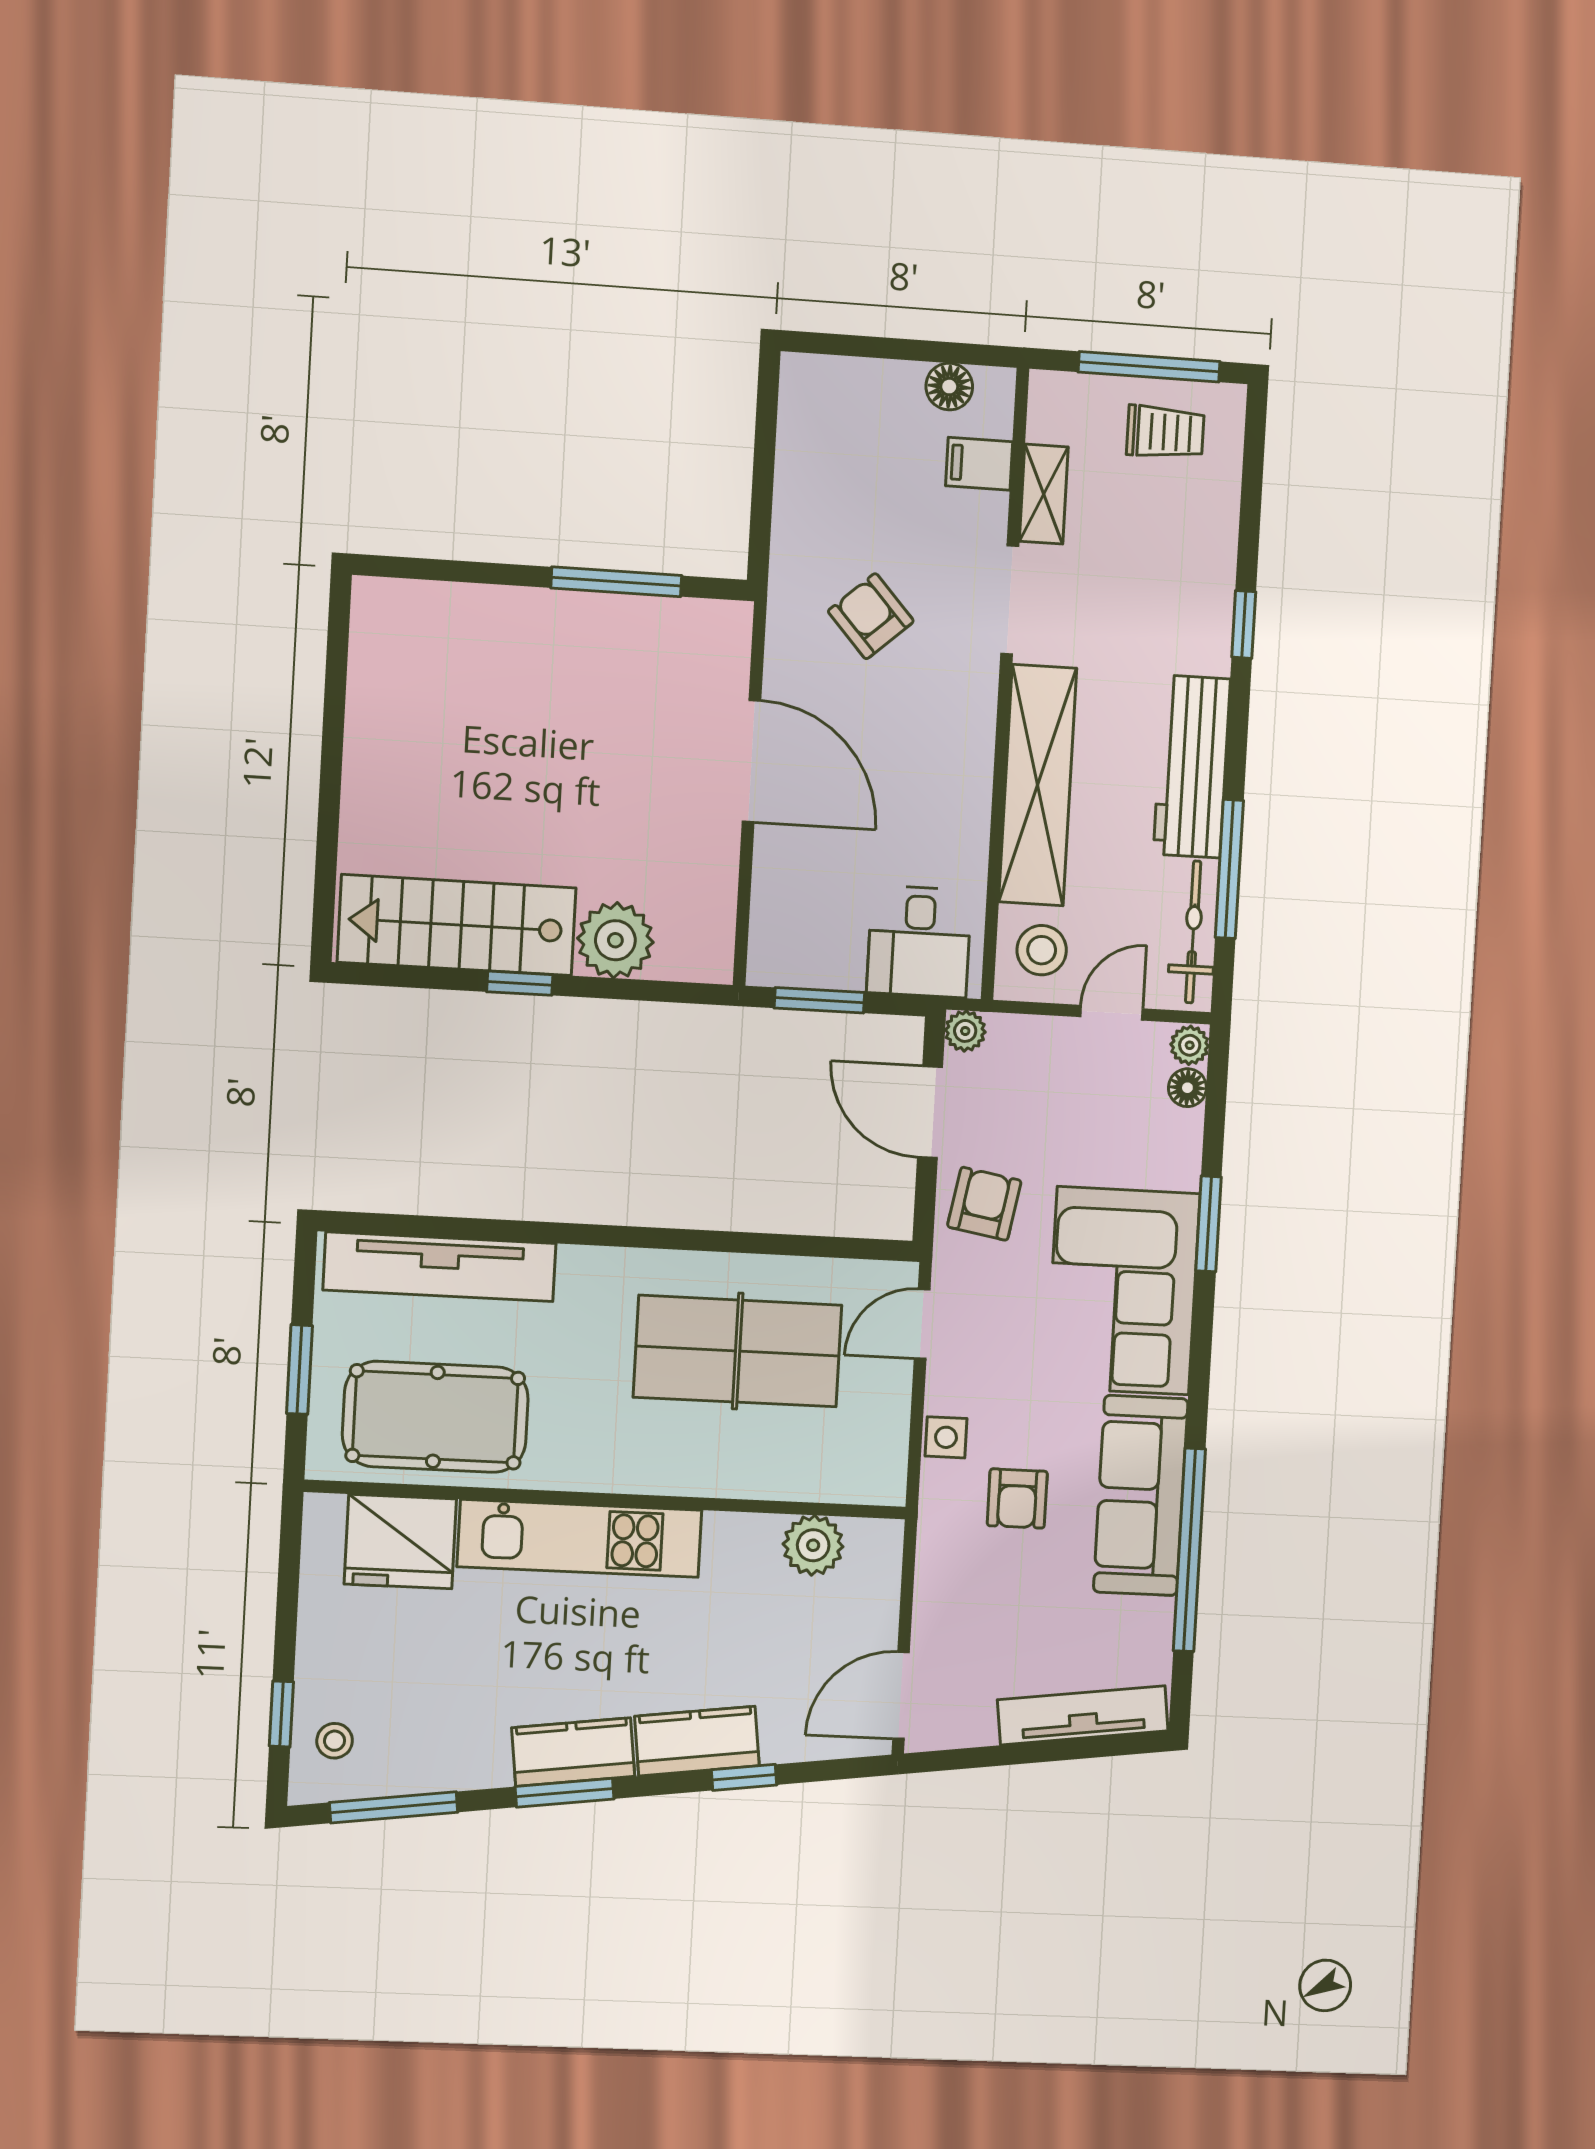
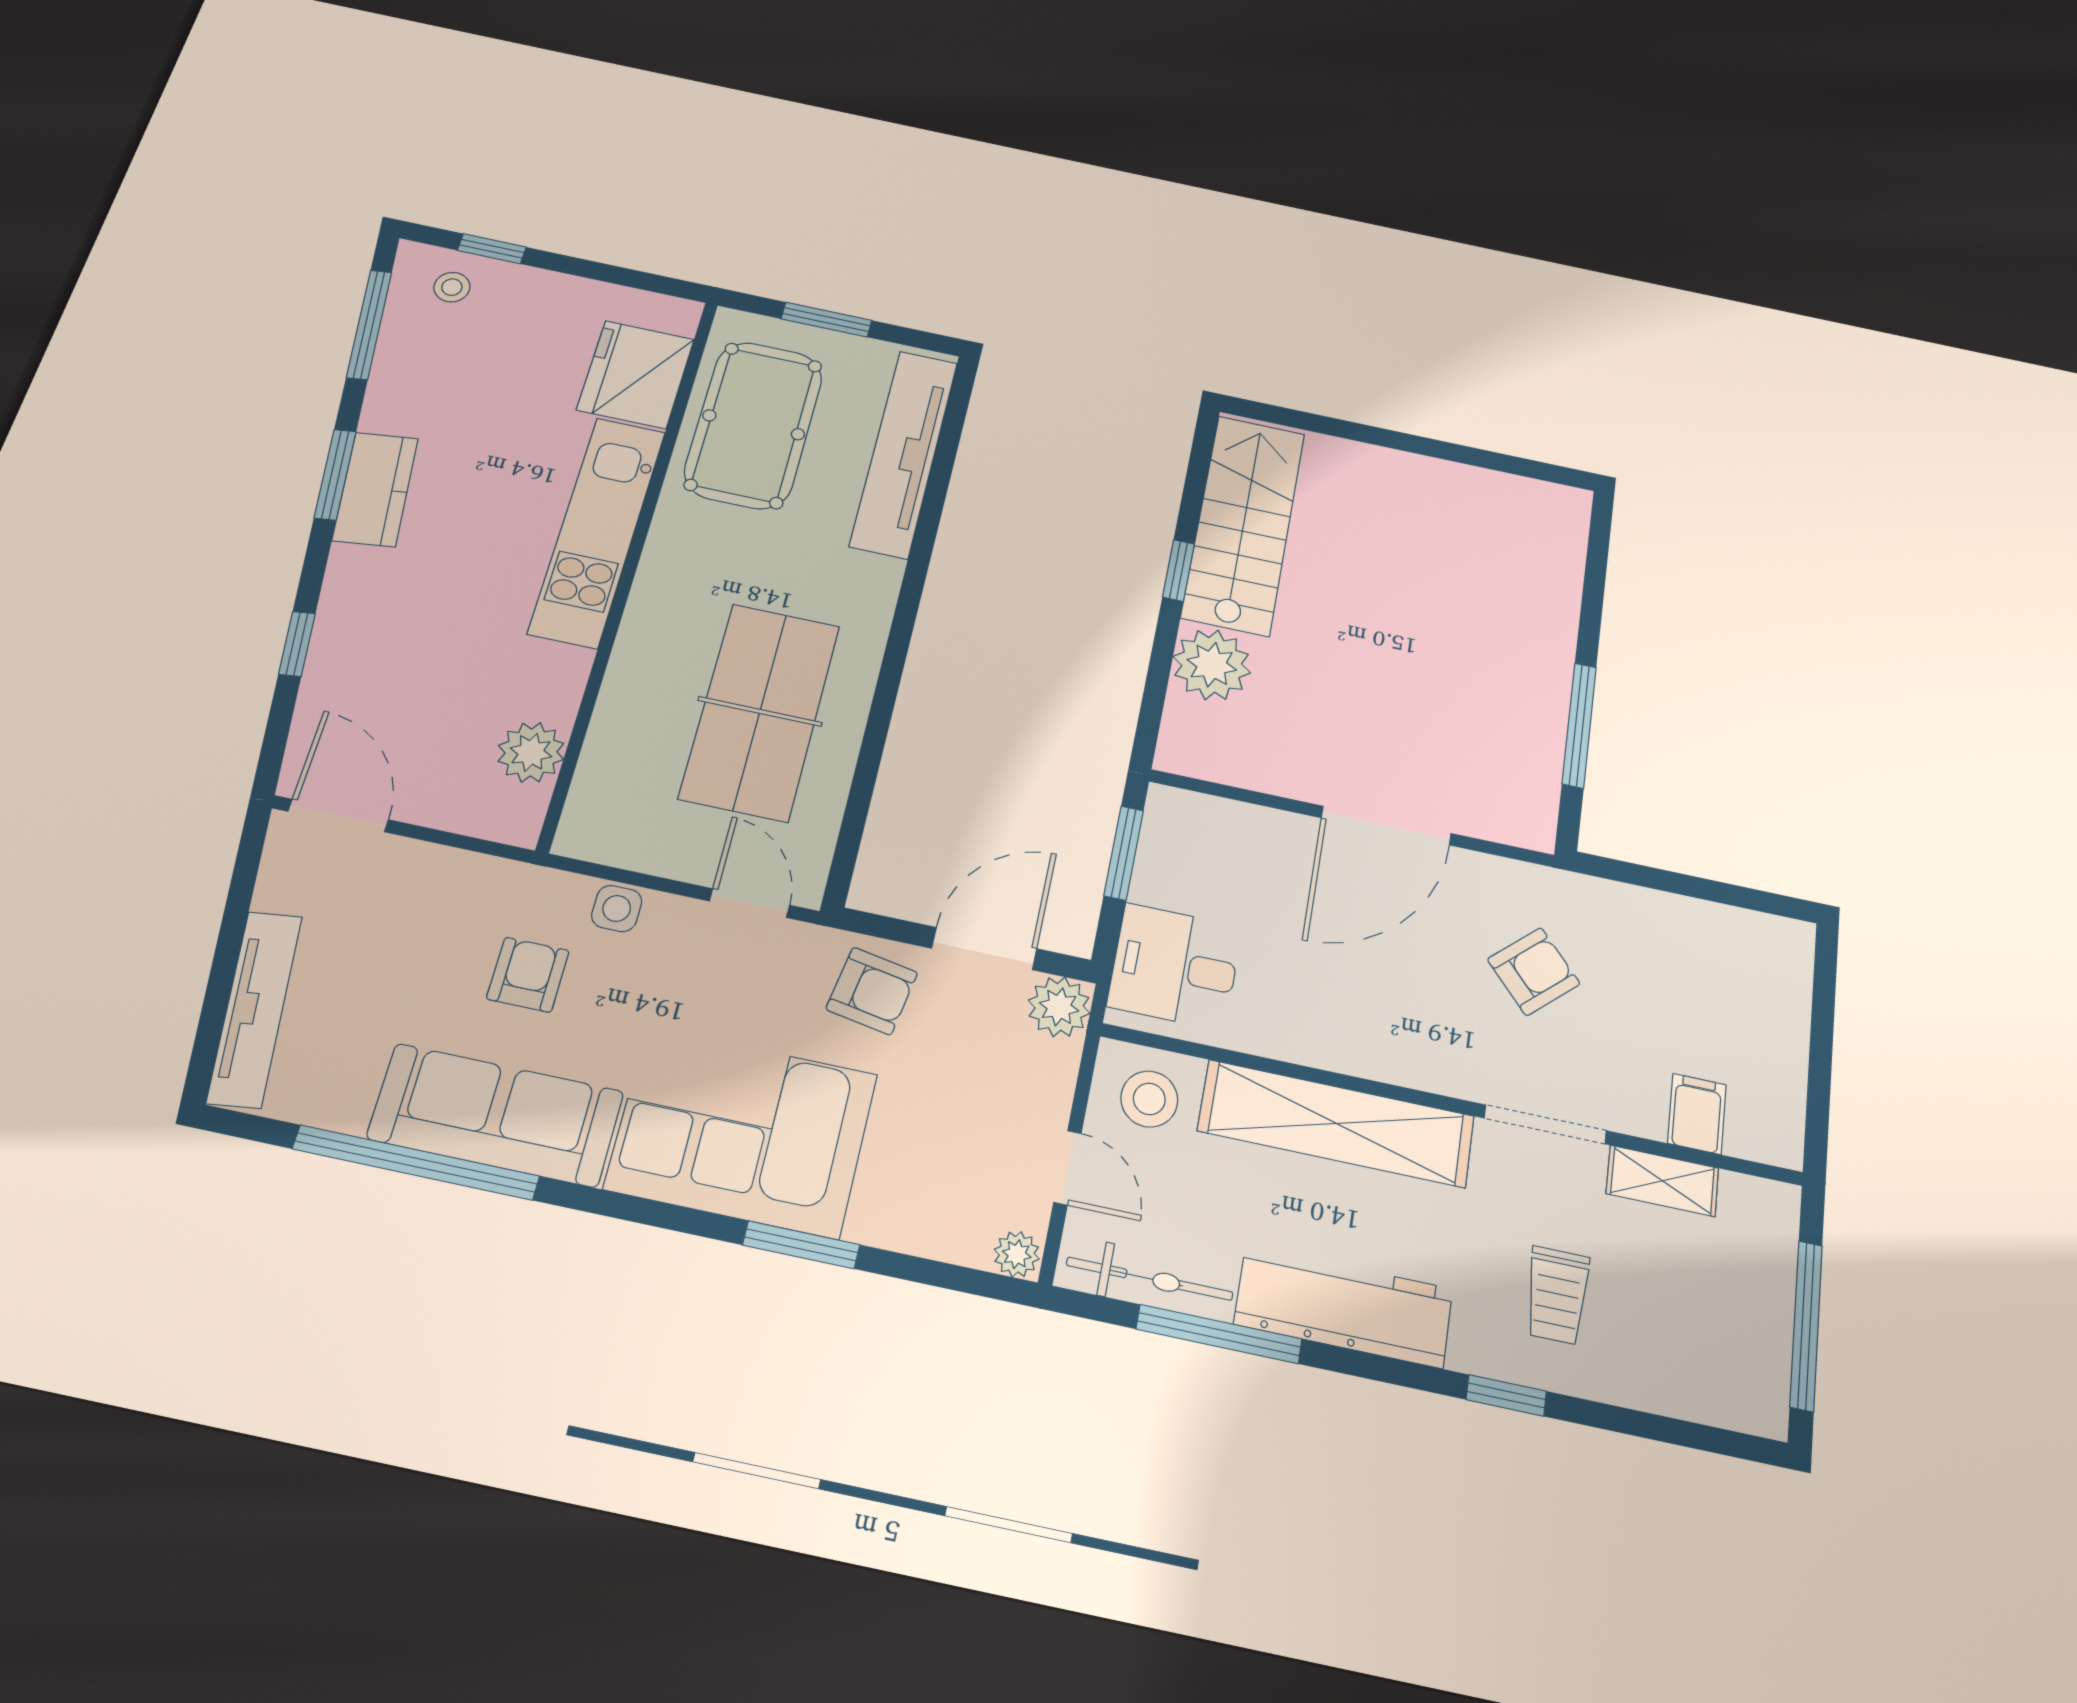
floor lamp: (949, 387) -> (1781, 1094), removed
trolley: (1165, 432) -> (1557, 1295), moved
plant: (965, 1031) -> (1059, 1007), width x1.38, depth x1.38
floor lamp: (1187, 1088) -> (967, 1244), removed
armchair: (1017, 1498) -> (528, 975), turned 90
kitchen counter: (697, 1741) -> (351, 605), removed

